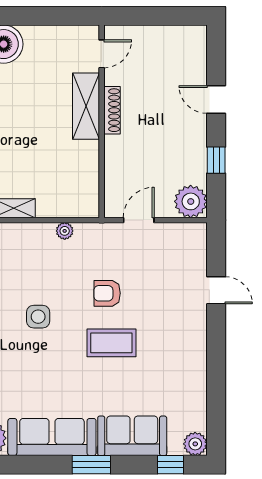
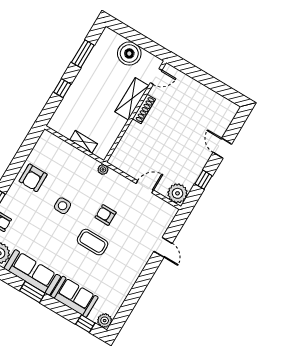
door: (102, 54) -> (156, 76), moved
shelving: (86, 106) -> (132, 99), moved
shoe rack: (112, 110) -> (144, 109), moved
wall: (102, 121) -> (135, 112), moved
window: (91, 465) -> (32, 292), moved

